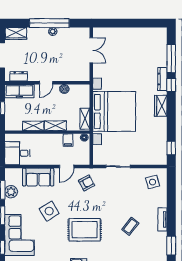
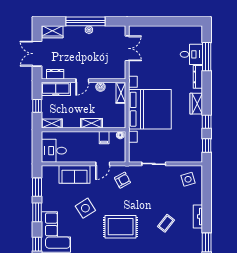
desk: (156, 56) -> (191, 54), added
window: (171, 85) -> (207, 122), moved
shelving: (85, 119) -> (121, 93), moved
shelving: (33, 126) -> (52, 123), moved
plant: (11, 192) -> (48, 189), removed

